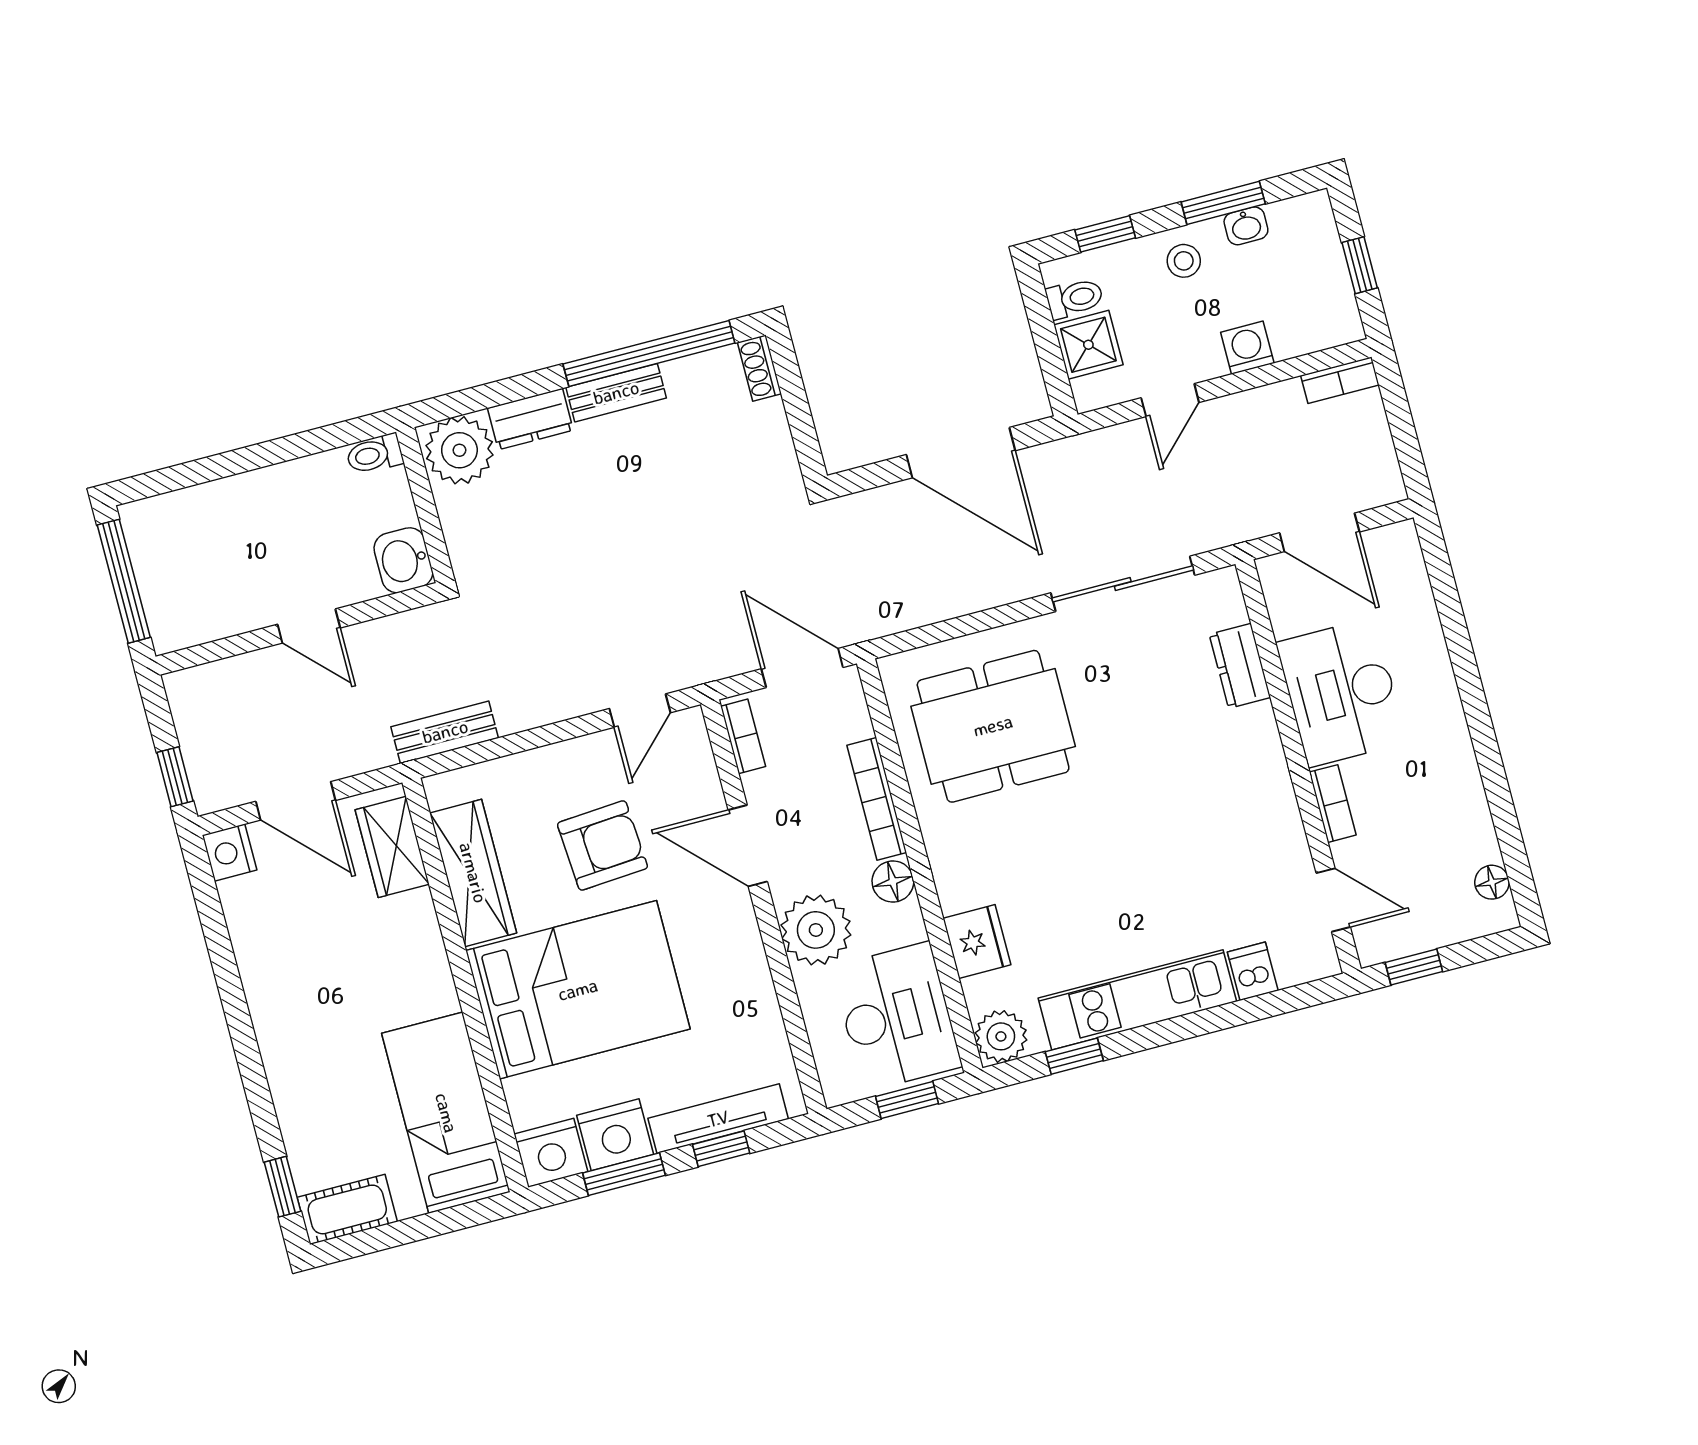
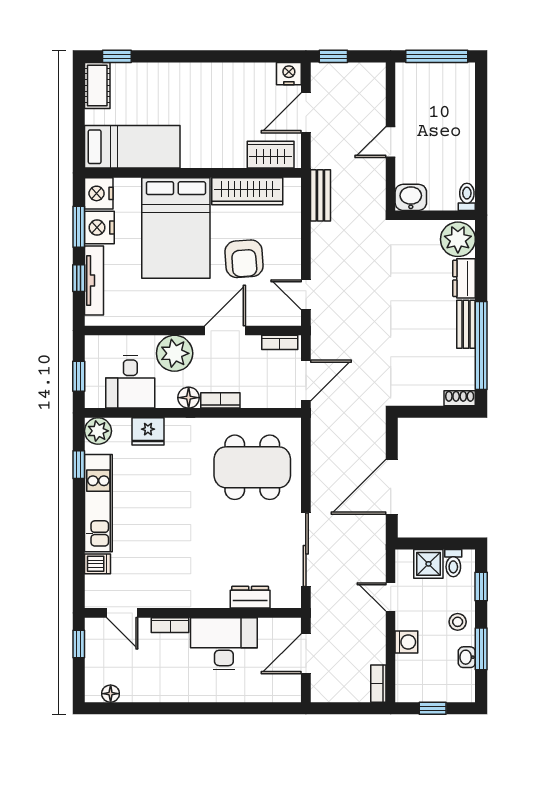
dining table: (993, 726) -> (252, 467), turned 90
bookcase: (877, 799) -> (220, 400), width x0.64
door: (1333, 900) -> (122, 613), hinge flipped
desk: (897, 1017) -> (130, 382), width x0.73

